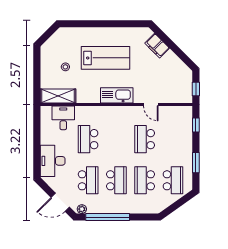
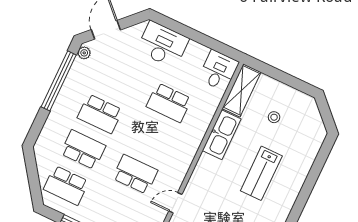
lab bench: (106, 58) -> (261, 173), width x0.73, depth x0.72
kitchen sink: (117, 95) -> (222, 135), moved
desk: (63, 118) -> (218, 71), moved, turned -90
school desk: (88, 139) -> (169, 103), turned 180
school desk: (88, 180) -> (117, 78), removed

